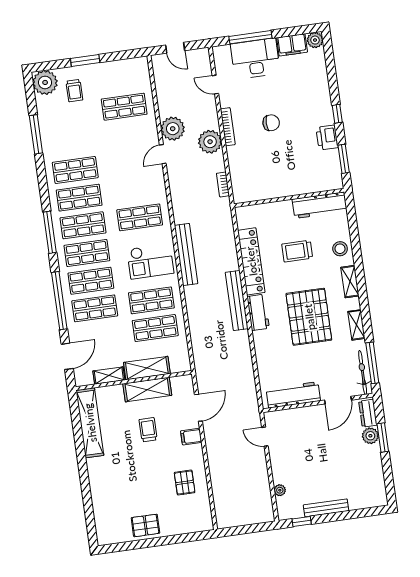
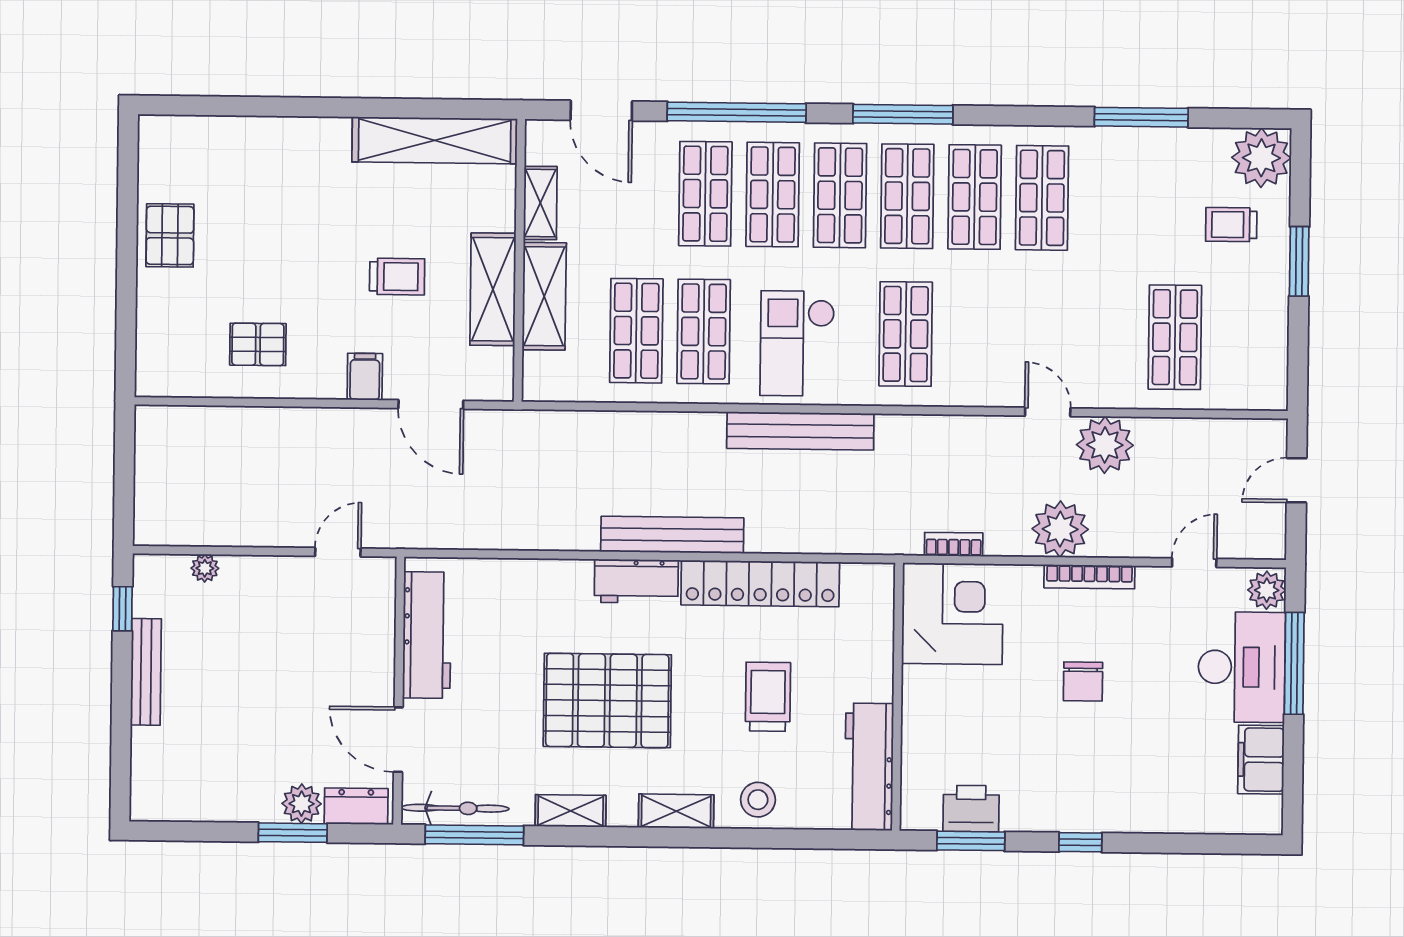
plant: (315, 40) -> (1267, 590), moved
printer: (327, 138) -> (971, 809), moved
corner desk: (252, 181) -> (952, 614), added

